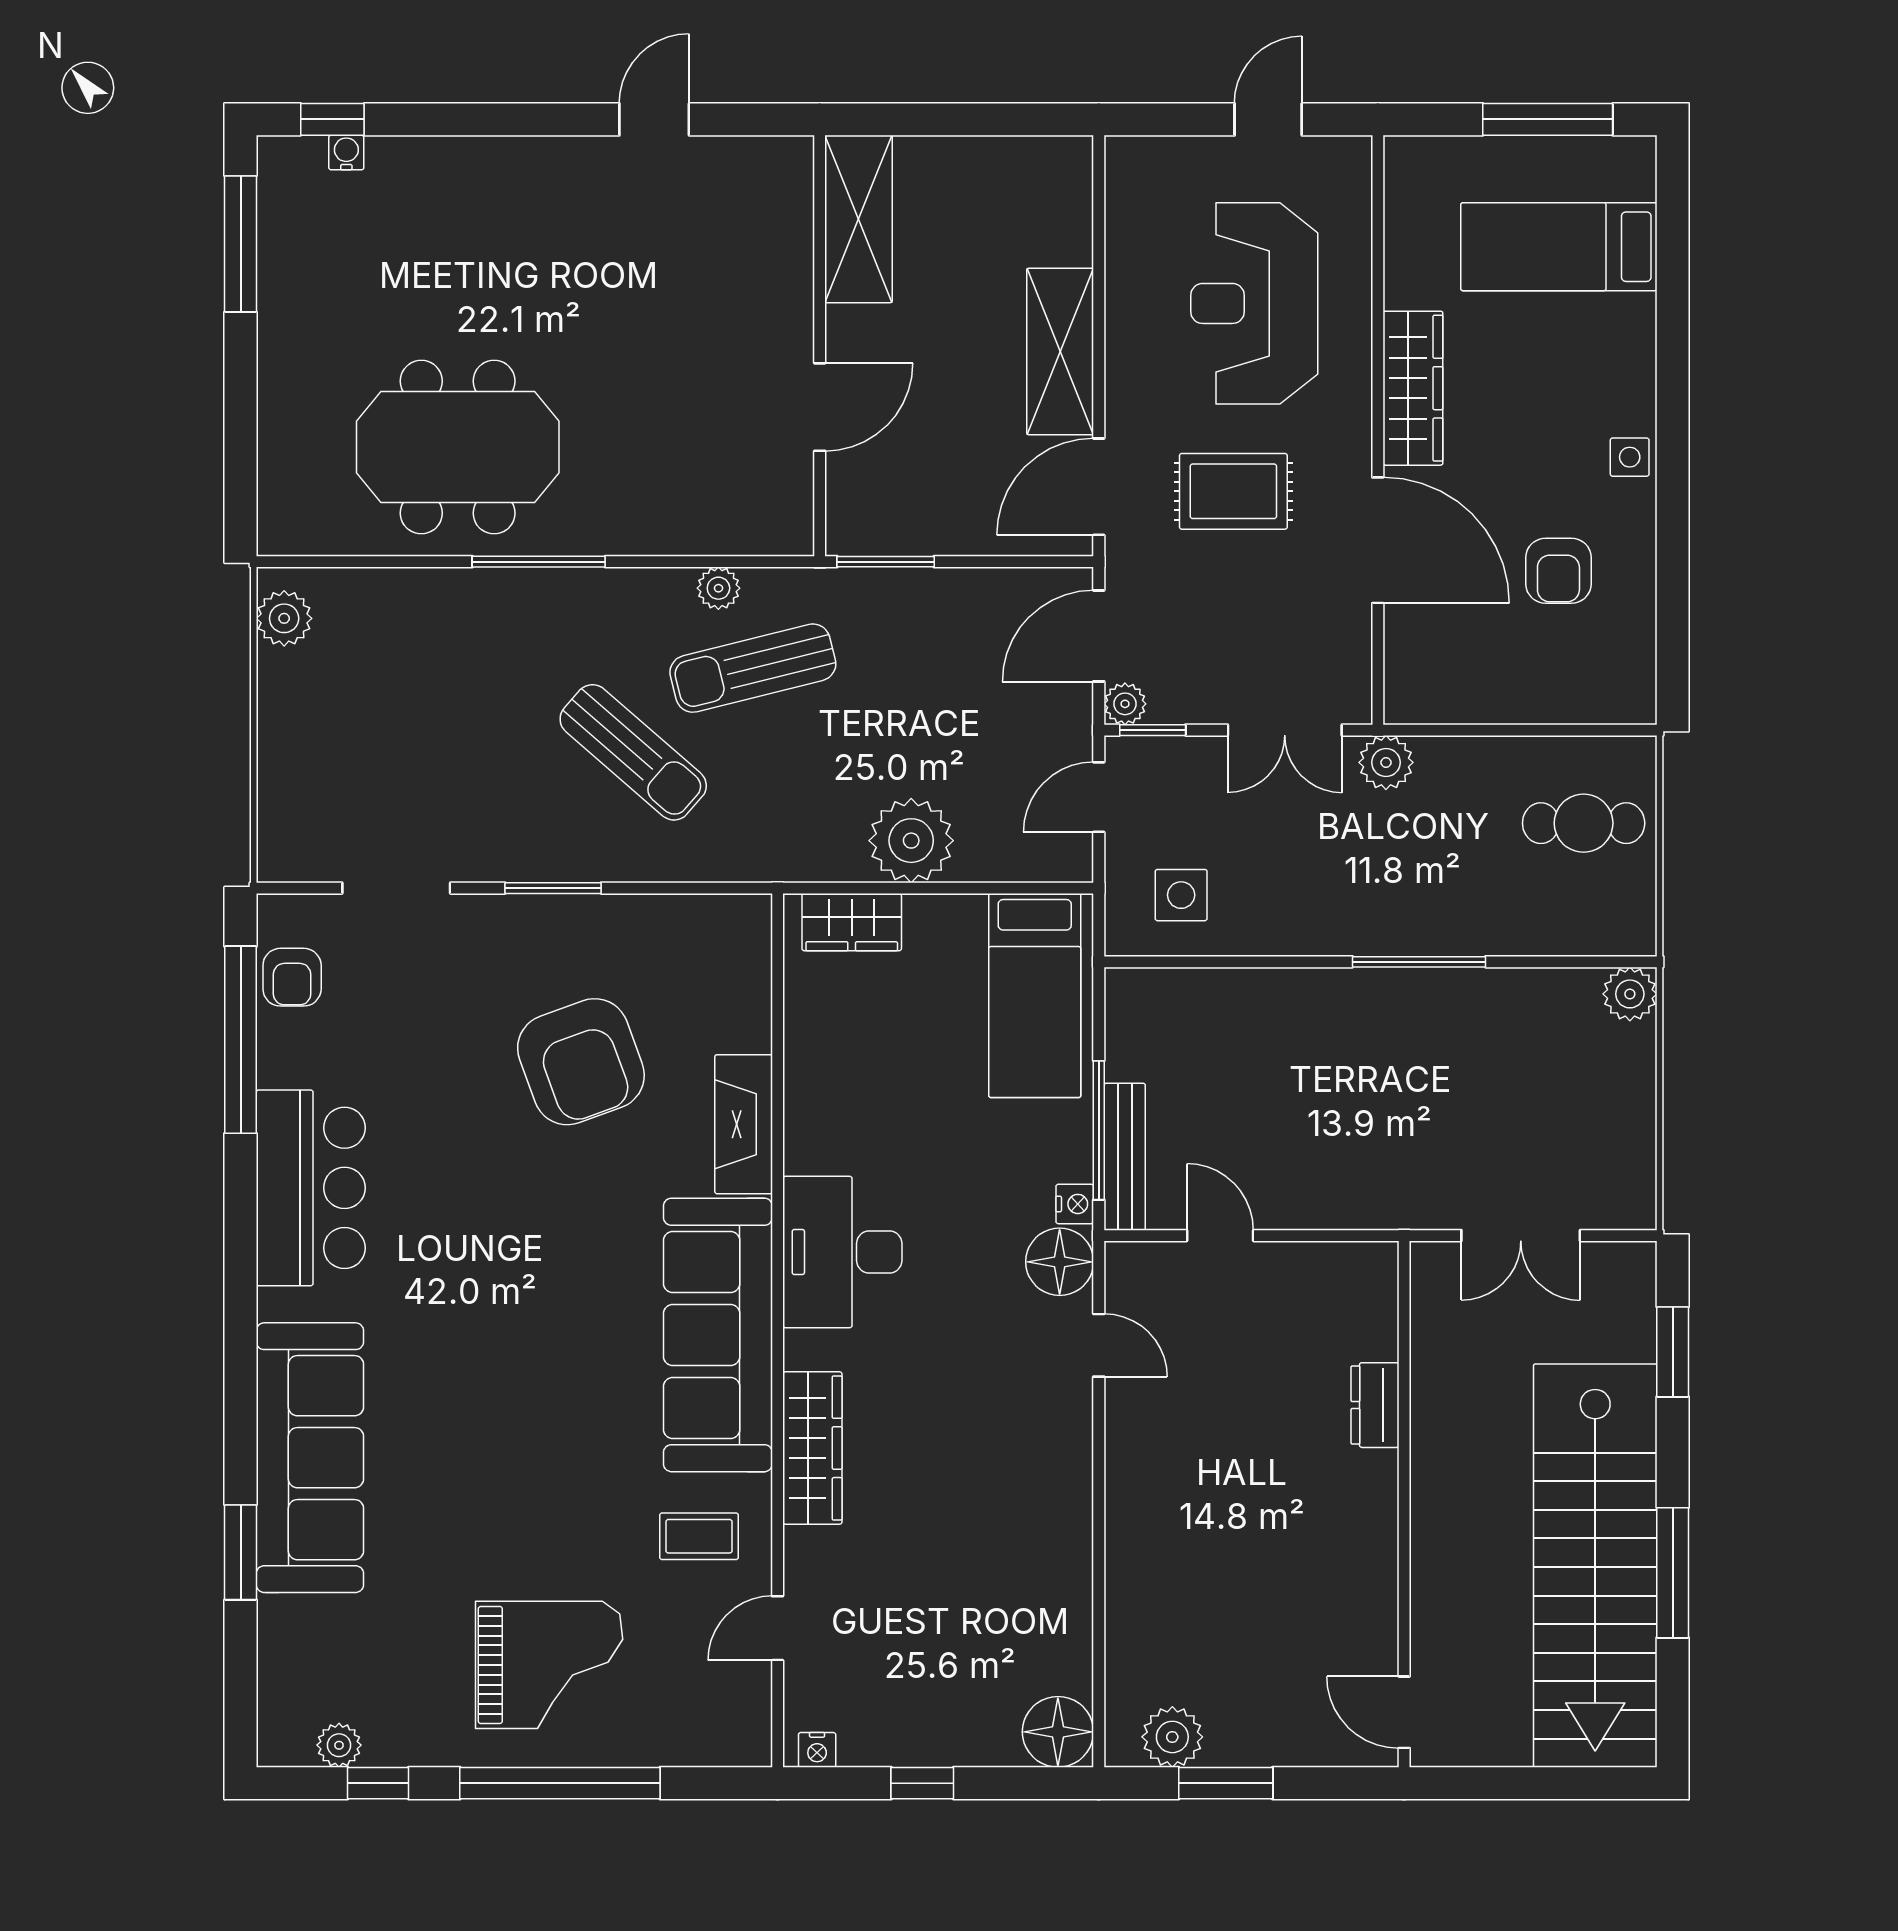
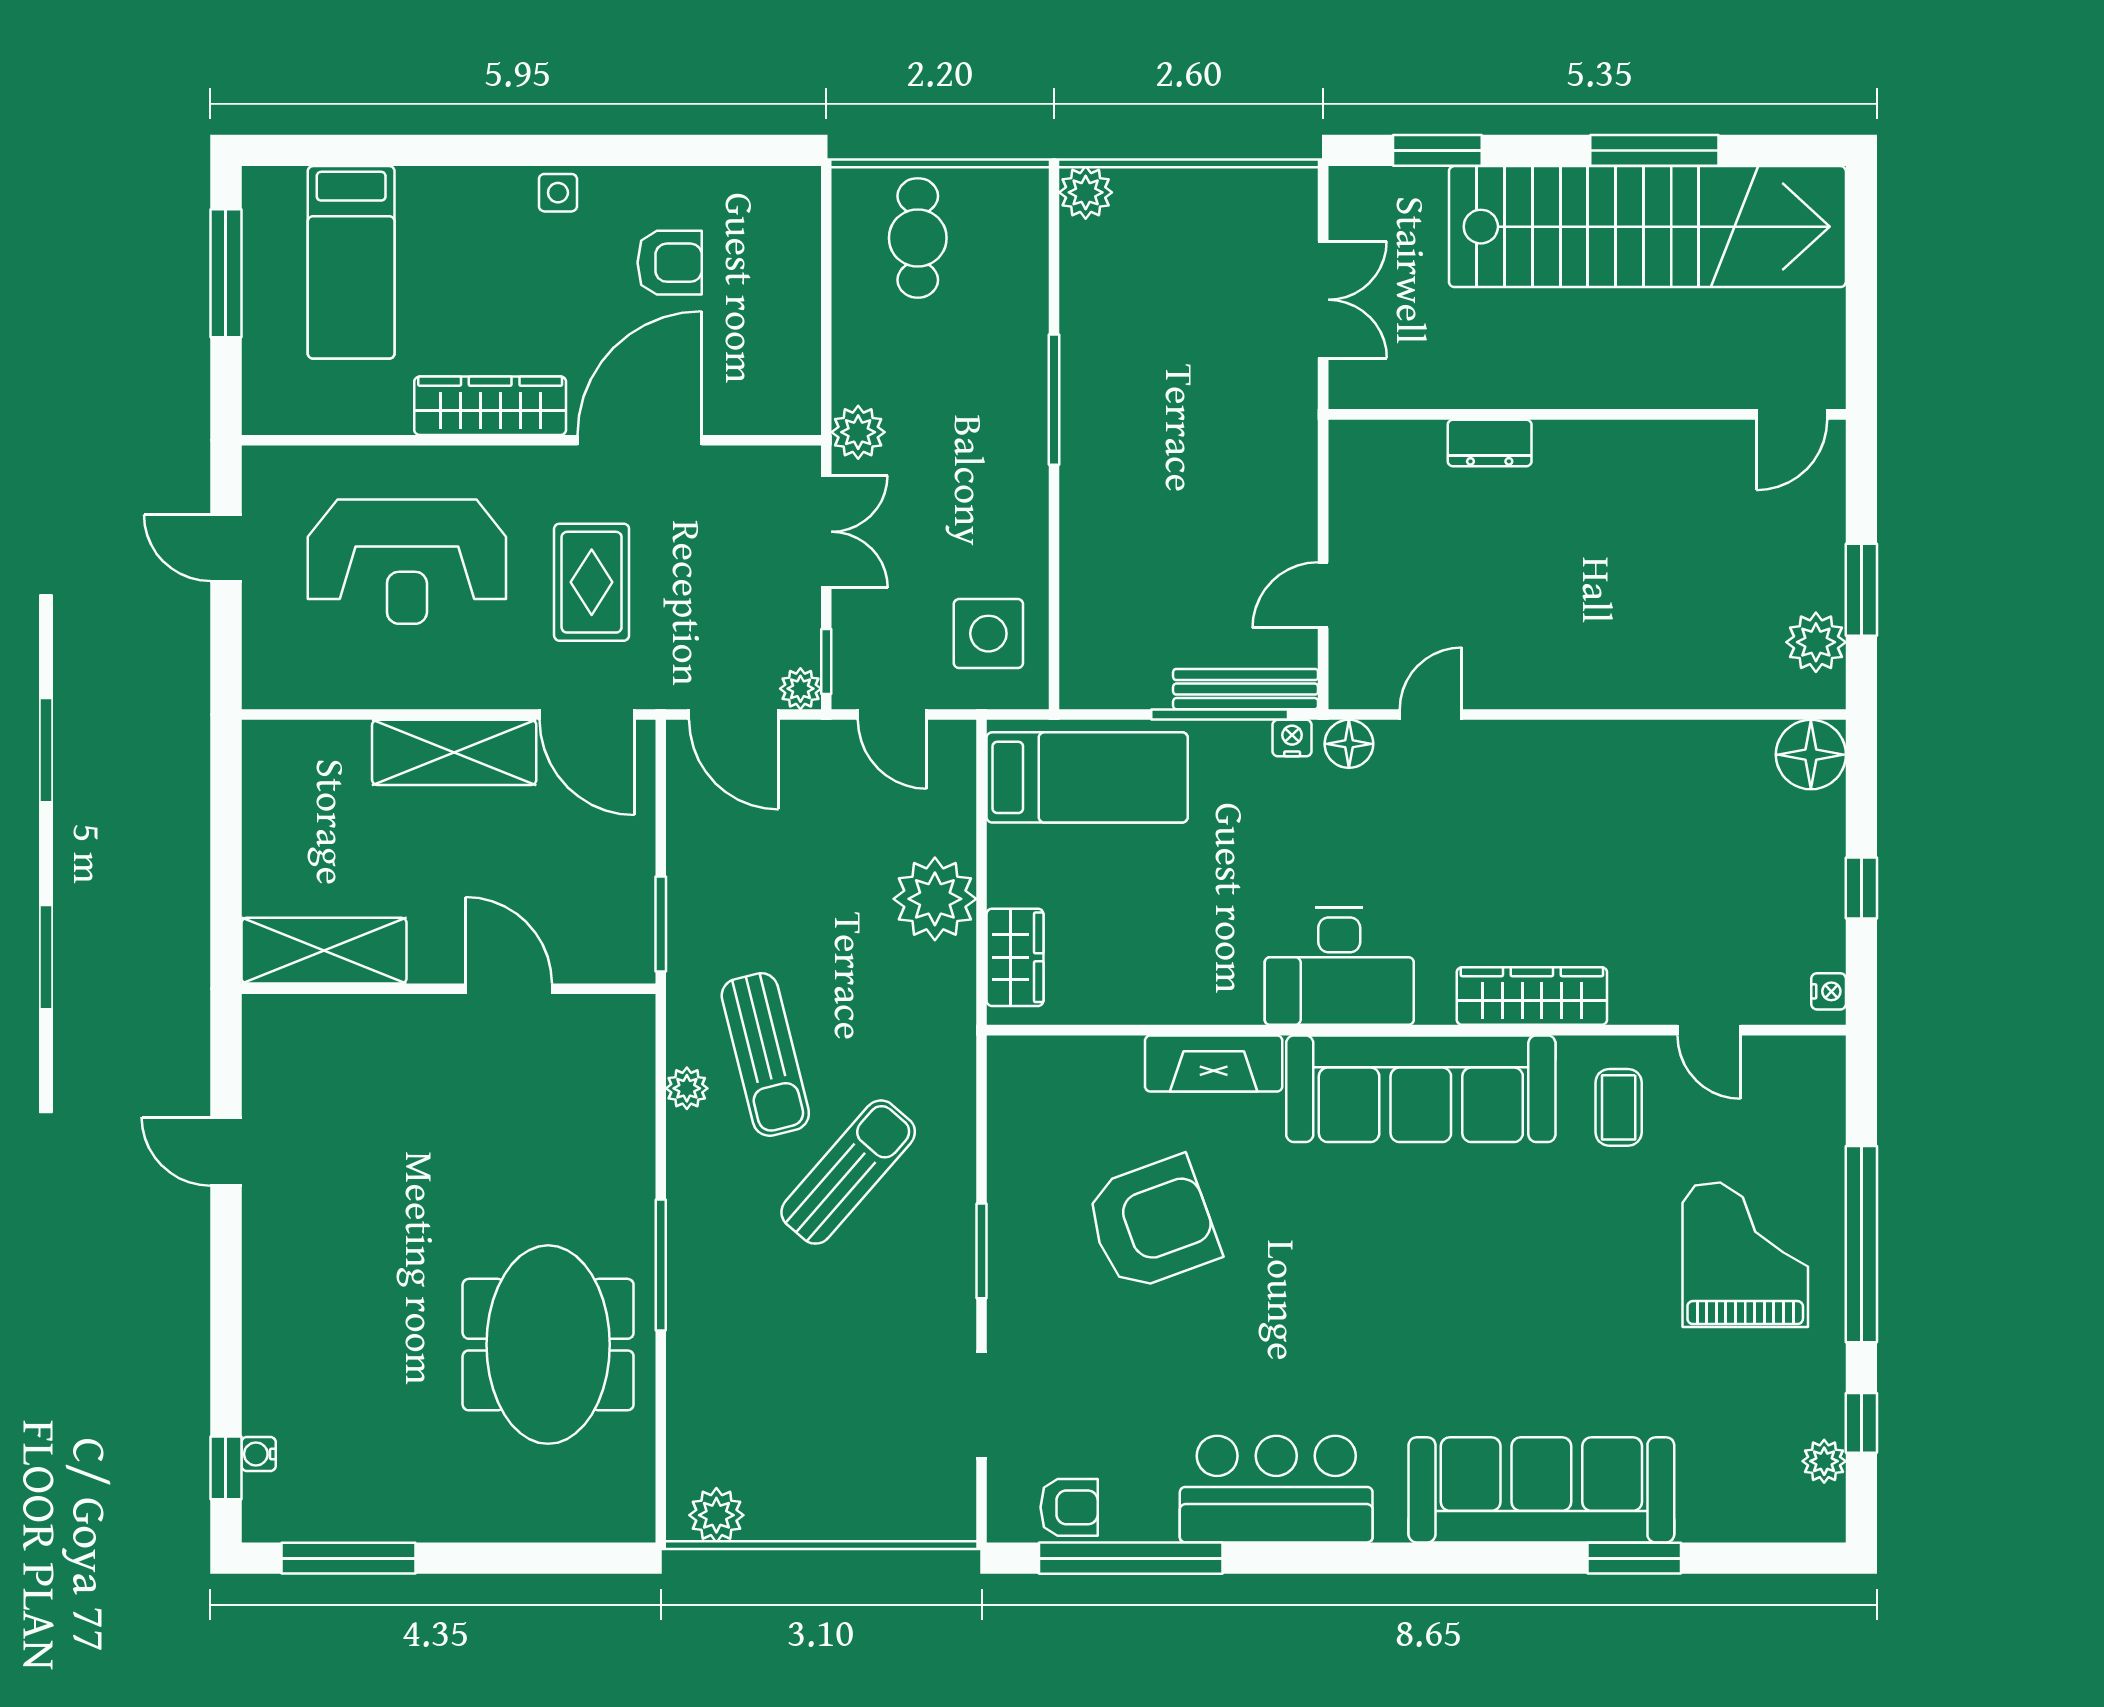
side table: (1181, 895) -> (988, 634), width x1.37, depth x1.37
floor lamp: (1060, 1262) -> (1349, 744), width x0.73, depth x0.73

